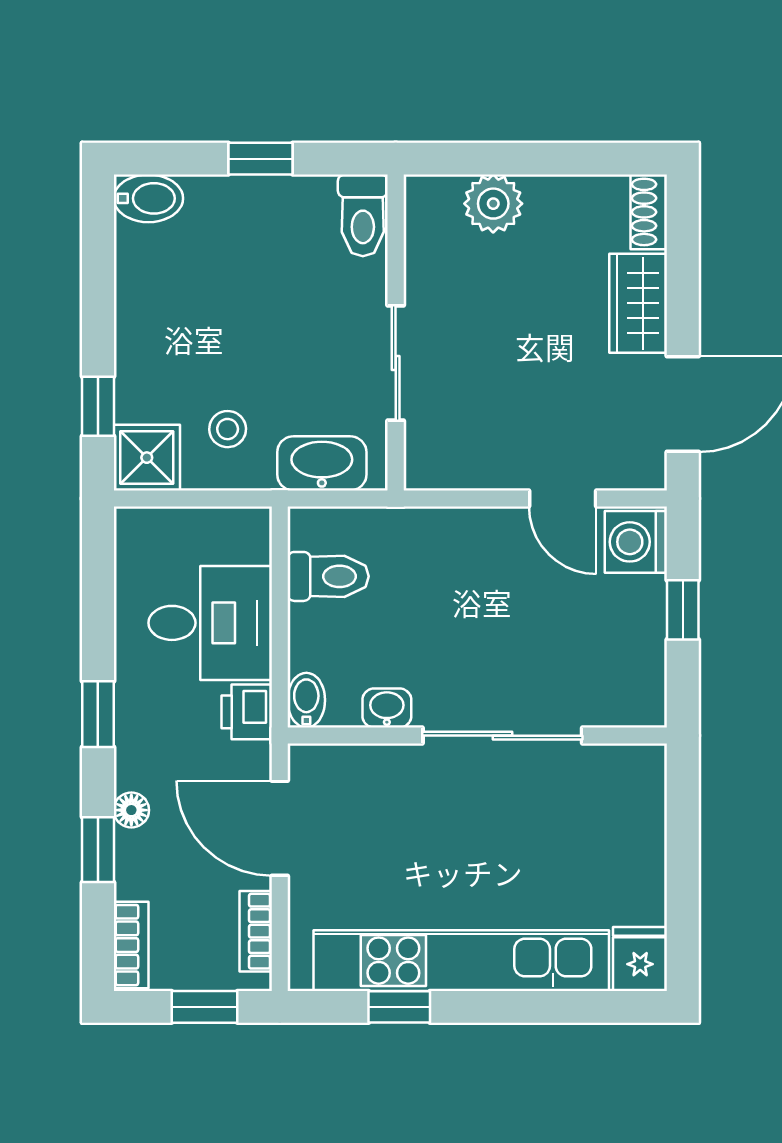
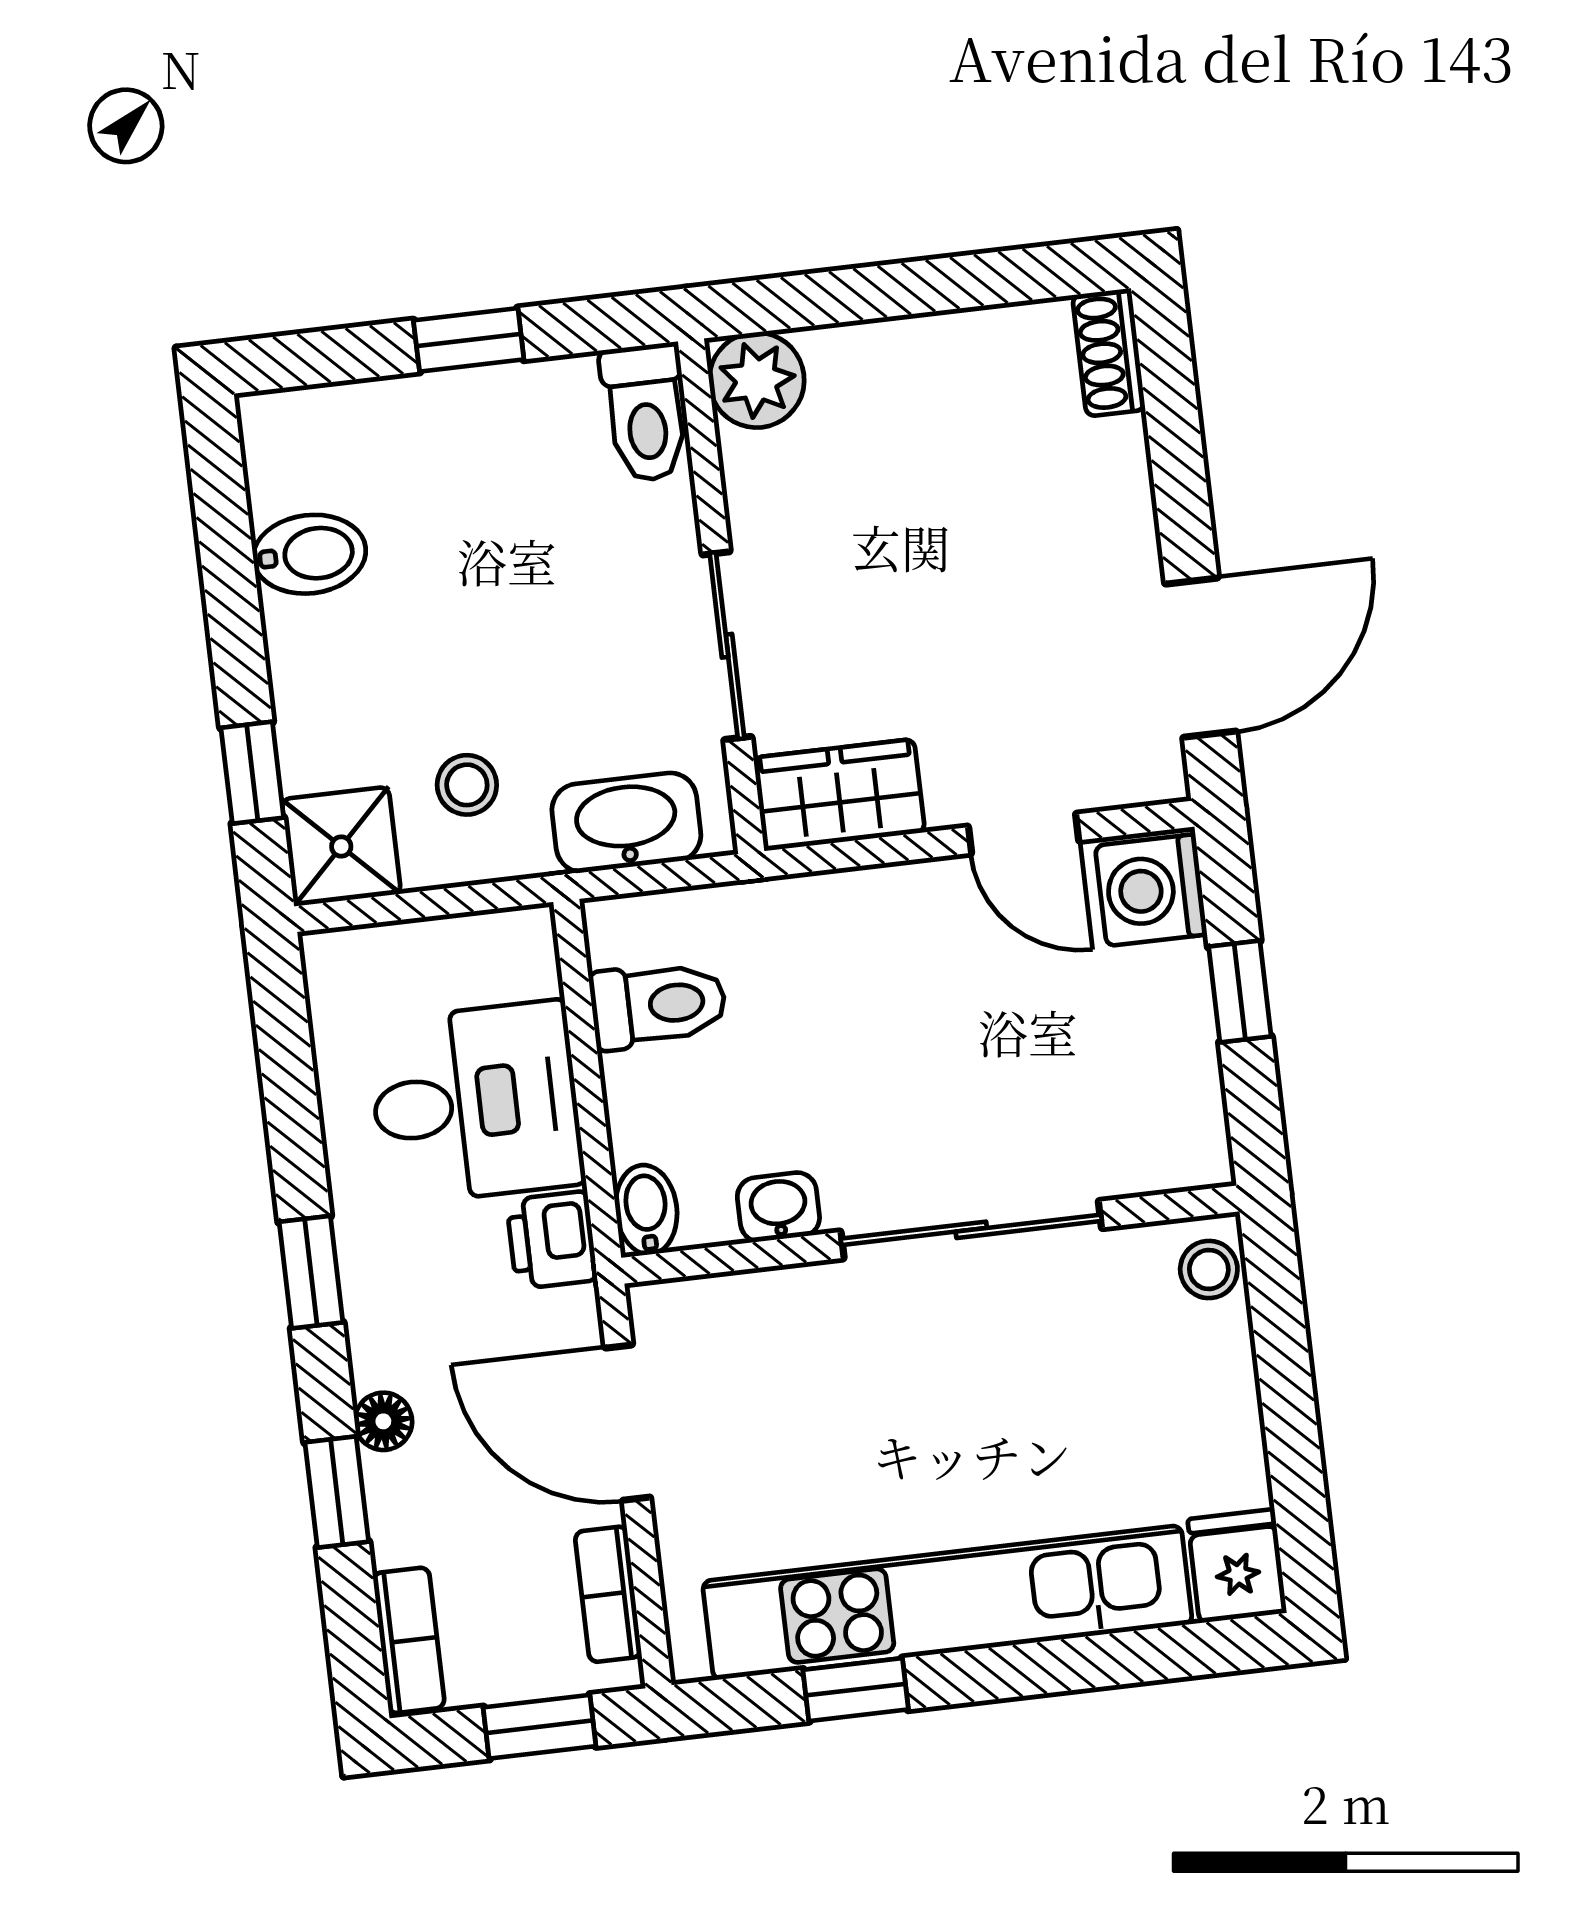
bidet: (148, 198) -> (310, 554), moved
plant: (493, 204) -> (757, 380), moved
wardrobe: (638, 303) -> (839, 795), moved, turned 90
stool: (644, 777) -> (1209, 1269), added

